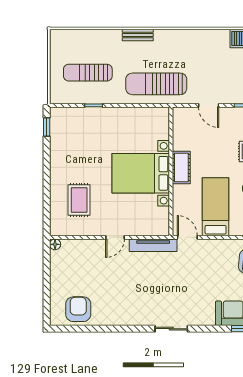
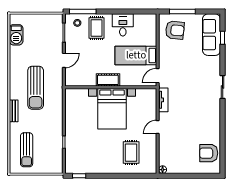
sun lounger: (88, 73) -> (27, 150), moved
sun lounger: (156, 84) -> (36, 88), moved
rug: (79, 200) -> (131, 153), turned 90
door: (115, 237) -> (158, 127), swing flipped
tv unit: (153, 245) -> (163, 100), width x0.71

